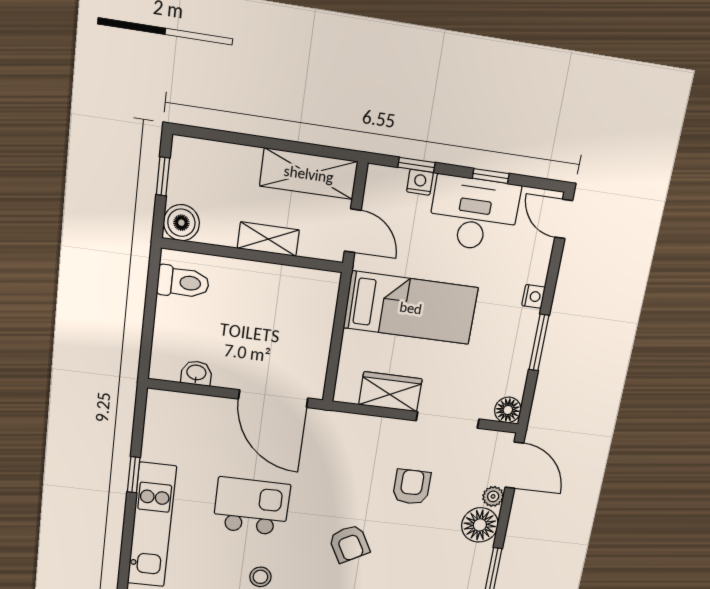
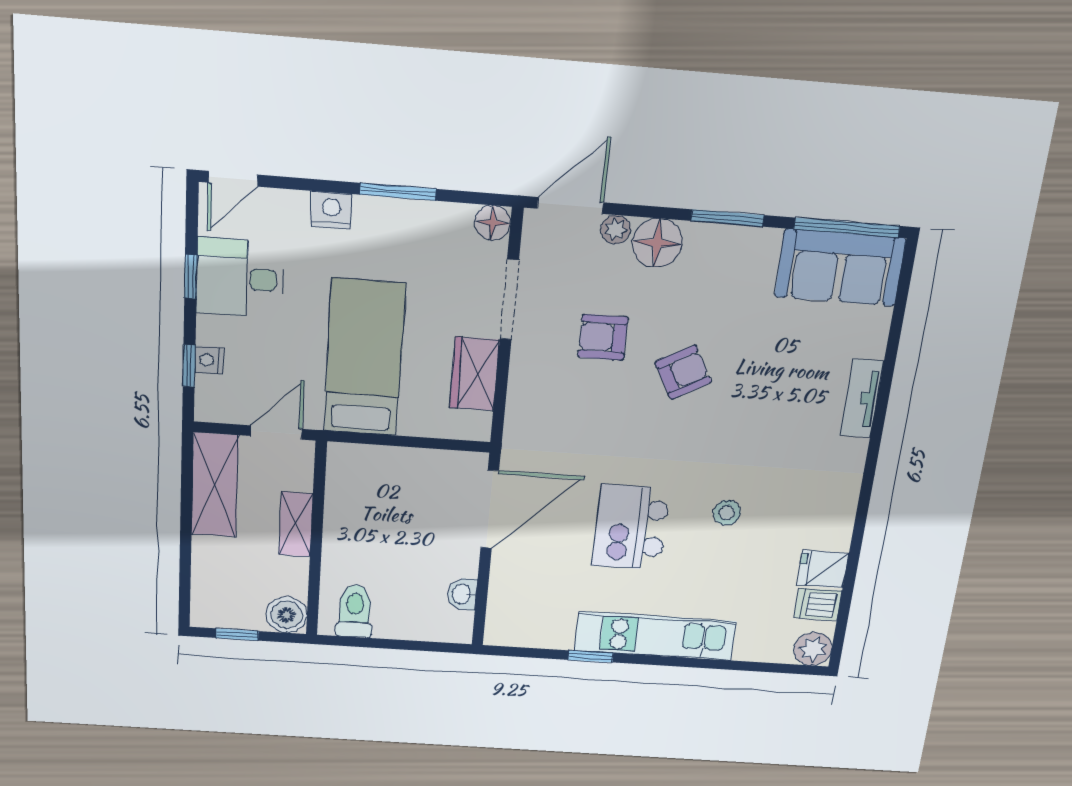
desk: (474, 214) -> (240, 278), width x0.73
nightstand: (534, 296) -> (331, 210), width x1.39, depth x1.35
armchair: (349, 544) -> (683, 372), moved

